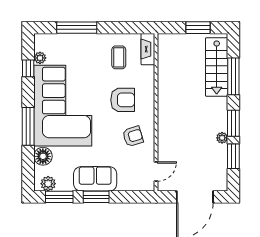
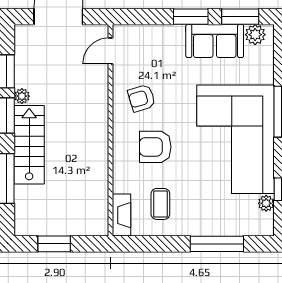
stairs: (217, 67) -> (29, 145), moved
floor lamp: (43, 156) -> (262, 71), removed
sofa: (95, 179) -> (215, 41), moved

